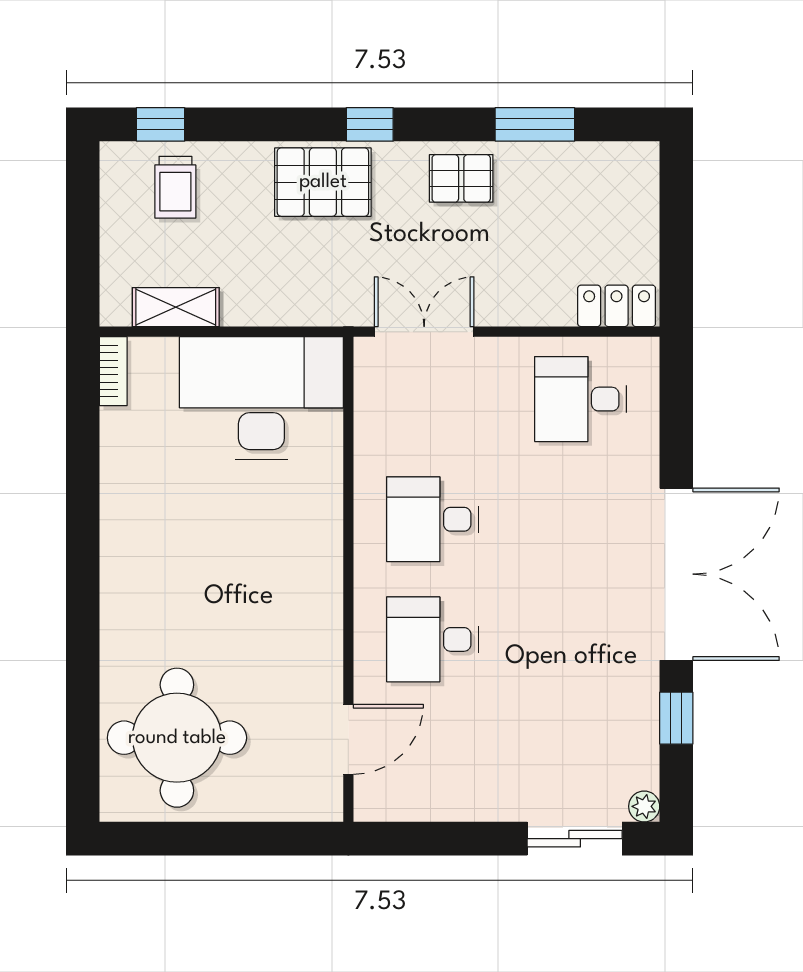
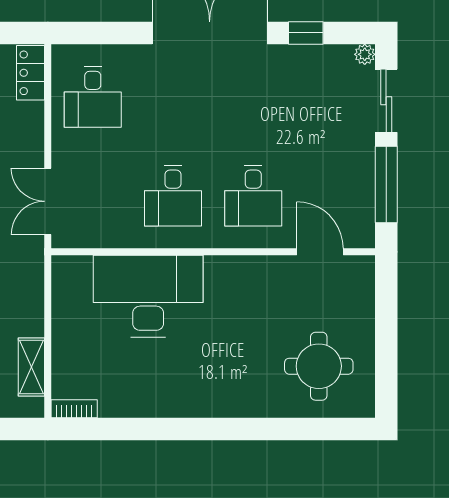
desk: (261, 398) -> (148, 296), moved, turned 90
round table: (177, 738) -> (319, 366), width x0.73, depth x0.73
window: (449, 839) -> (386, 185), added

